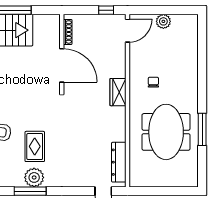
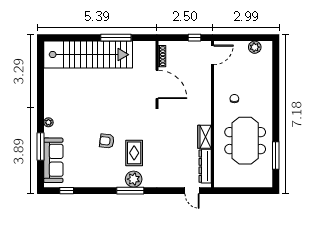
plant: (163, 21) -> (255, 47), moved
wardrobe: (118, 92) -> (204, 137), moved
window: (202, 129) -> (276, 155), moved

